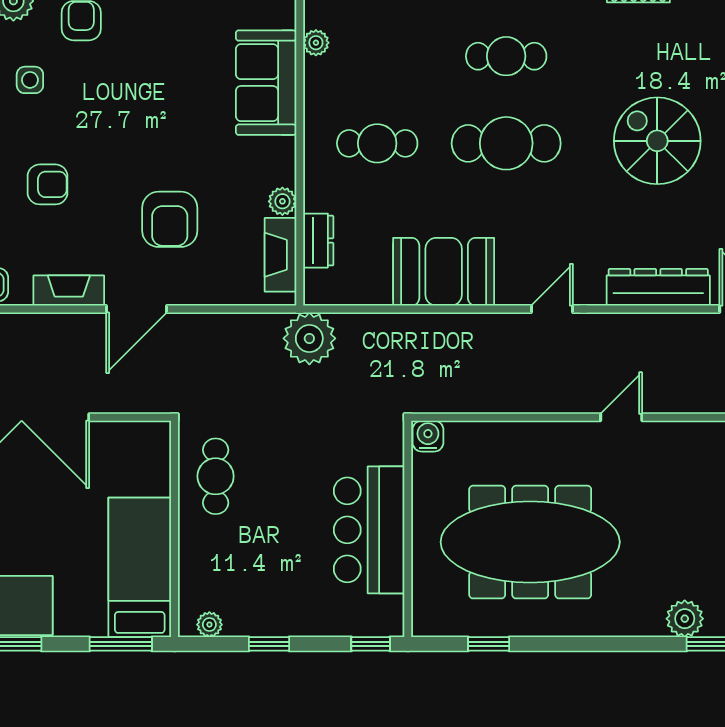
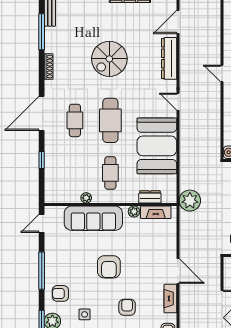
plant: (316, 43) -> (86, 198), moved
sofa: (266, 83) -> (93, 218), width x1.36
armchair: (170, 219) -> (109, 267), moved, turned 90
booth: (444, 272) -> (157, 146), width x1.36, depth x1.42

